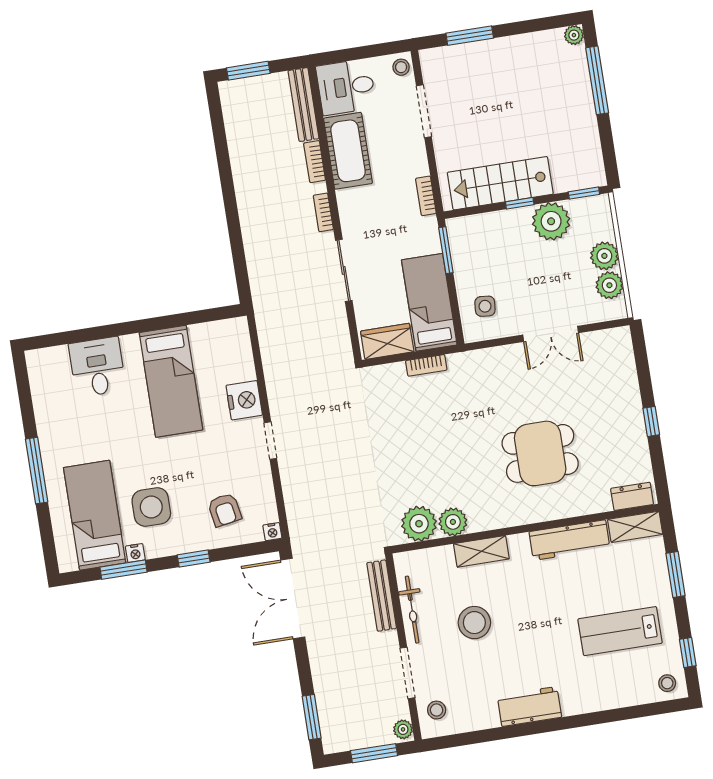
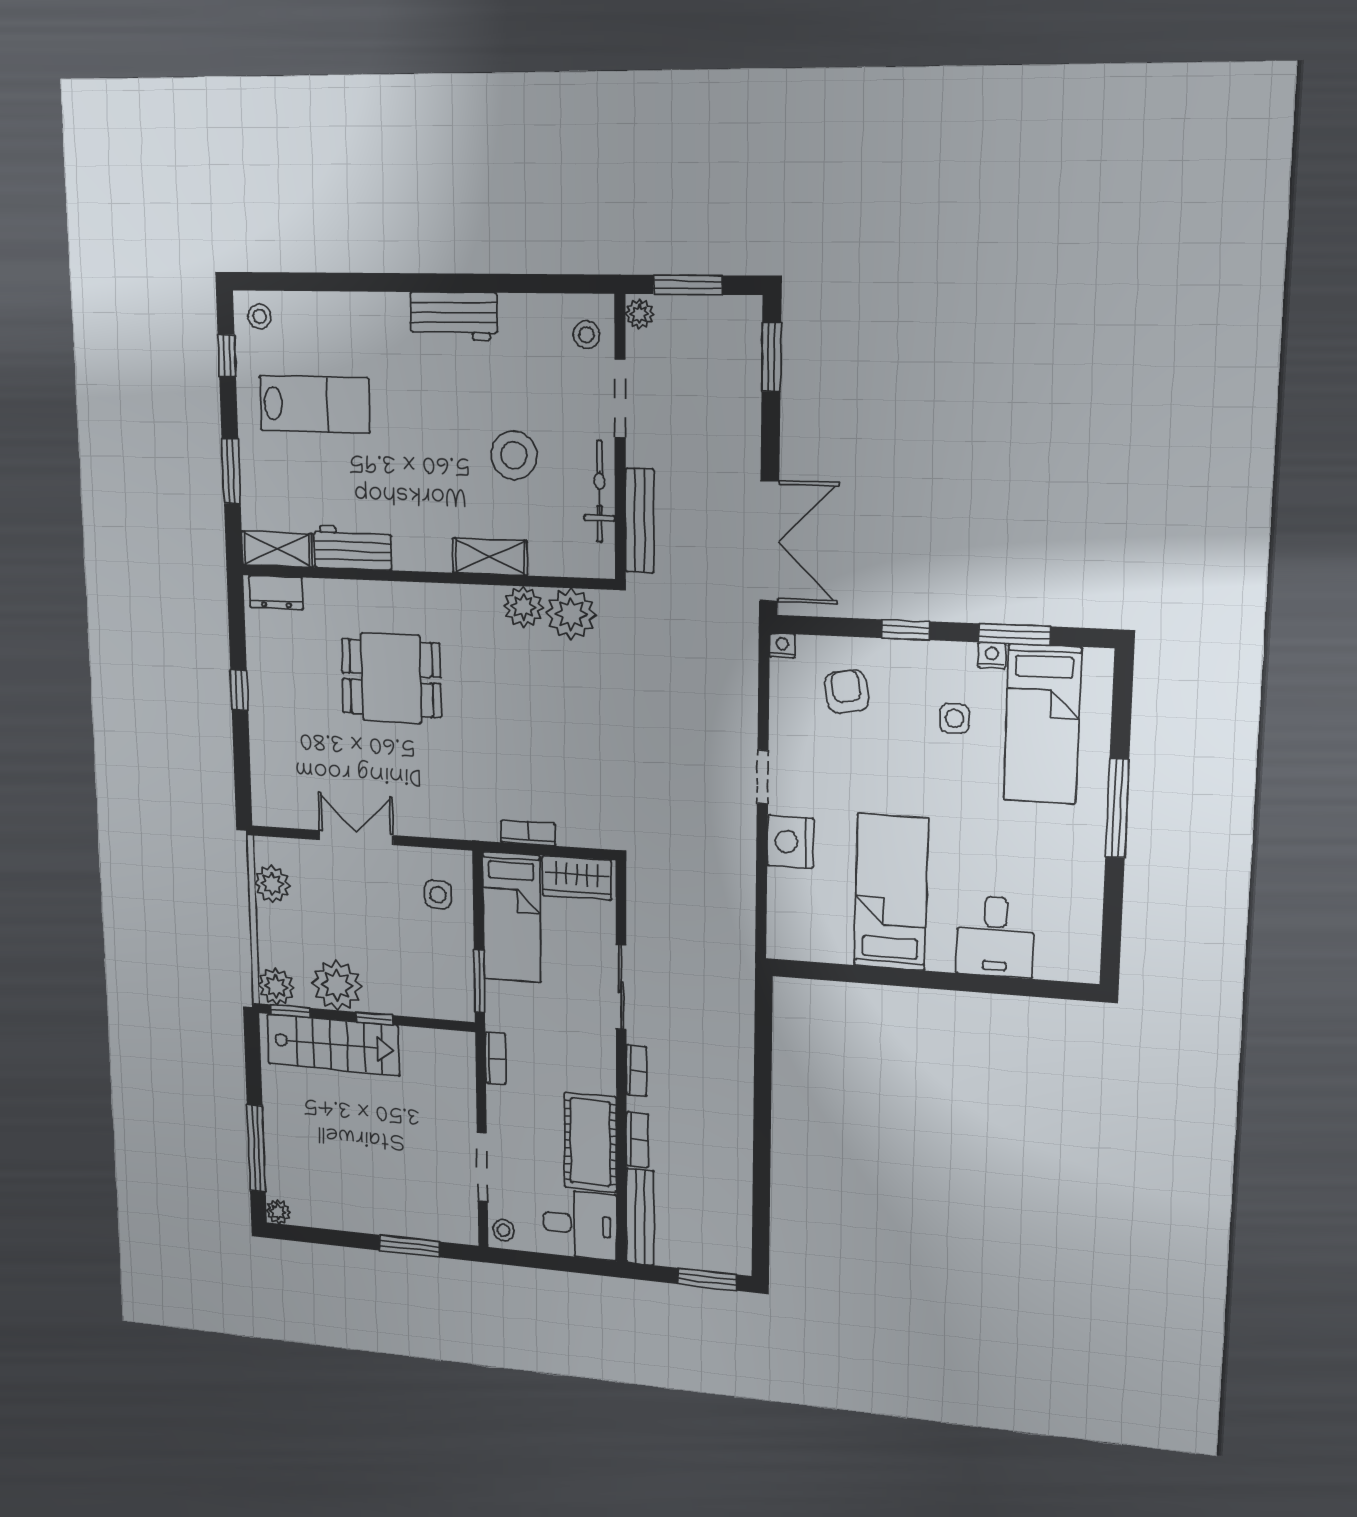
stairs: (500, 183) -> (333, 1045), moved
plant: (604, 256) -> (276, 987), moved
side table: (151, 507) -> (955, 718), width x0.54, depth x0.54
workbench: (569, 540) -> (353, 548), width x0.73

